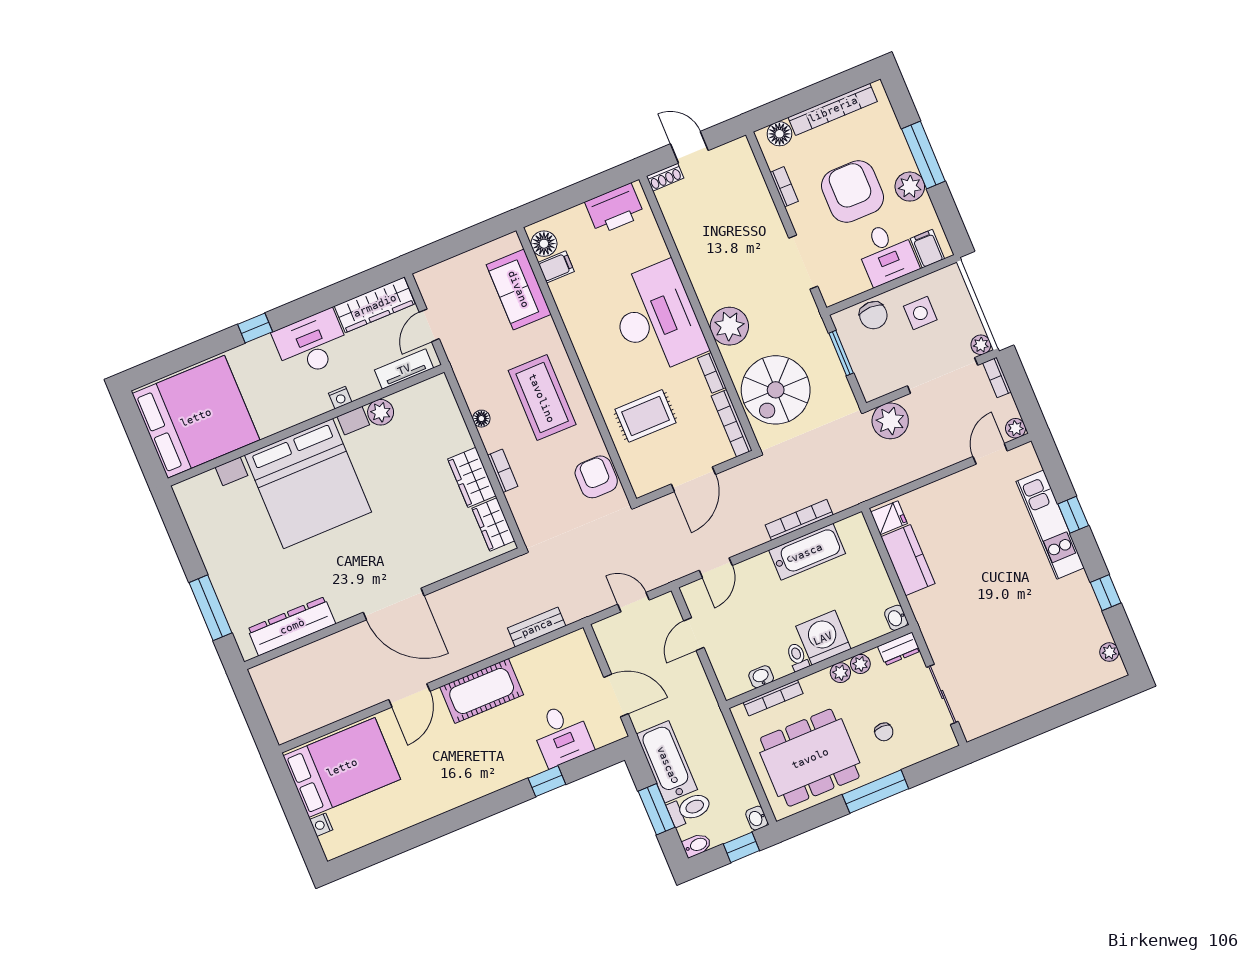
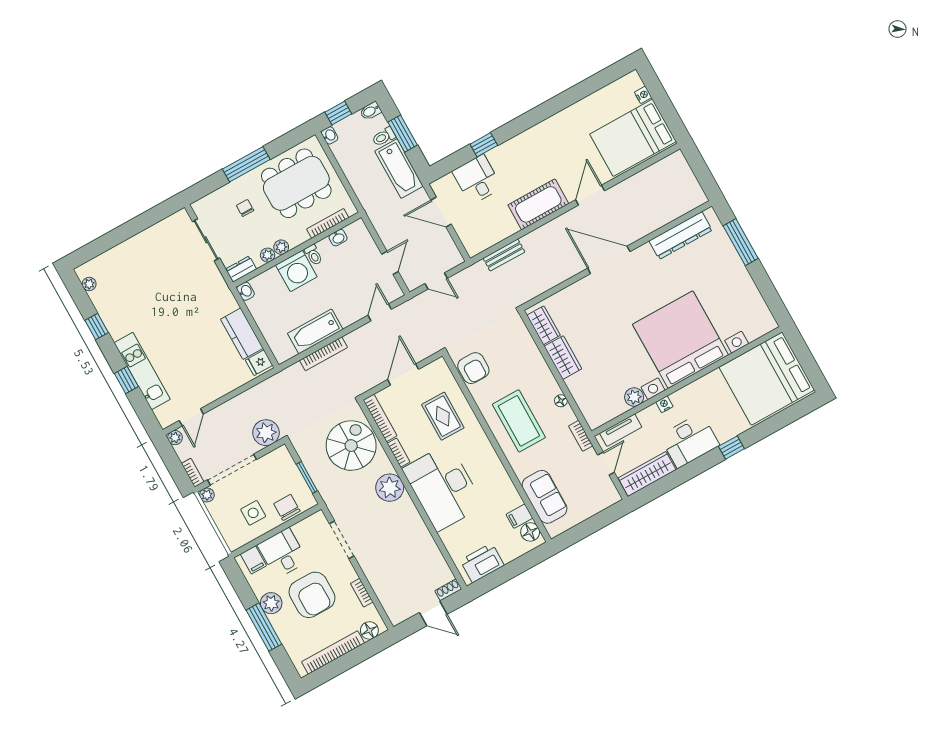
rug: (645, 416) -> (443, 416), turned 90
bookcase: (503, 471) -> (581, 436), moved
toilet: (689, 809) -> (384, 137), width x0.73, depth x0.72

